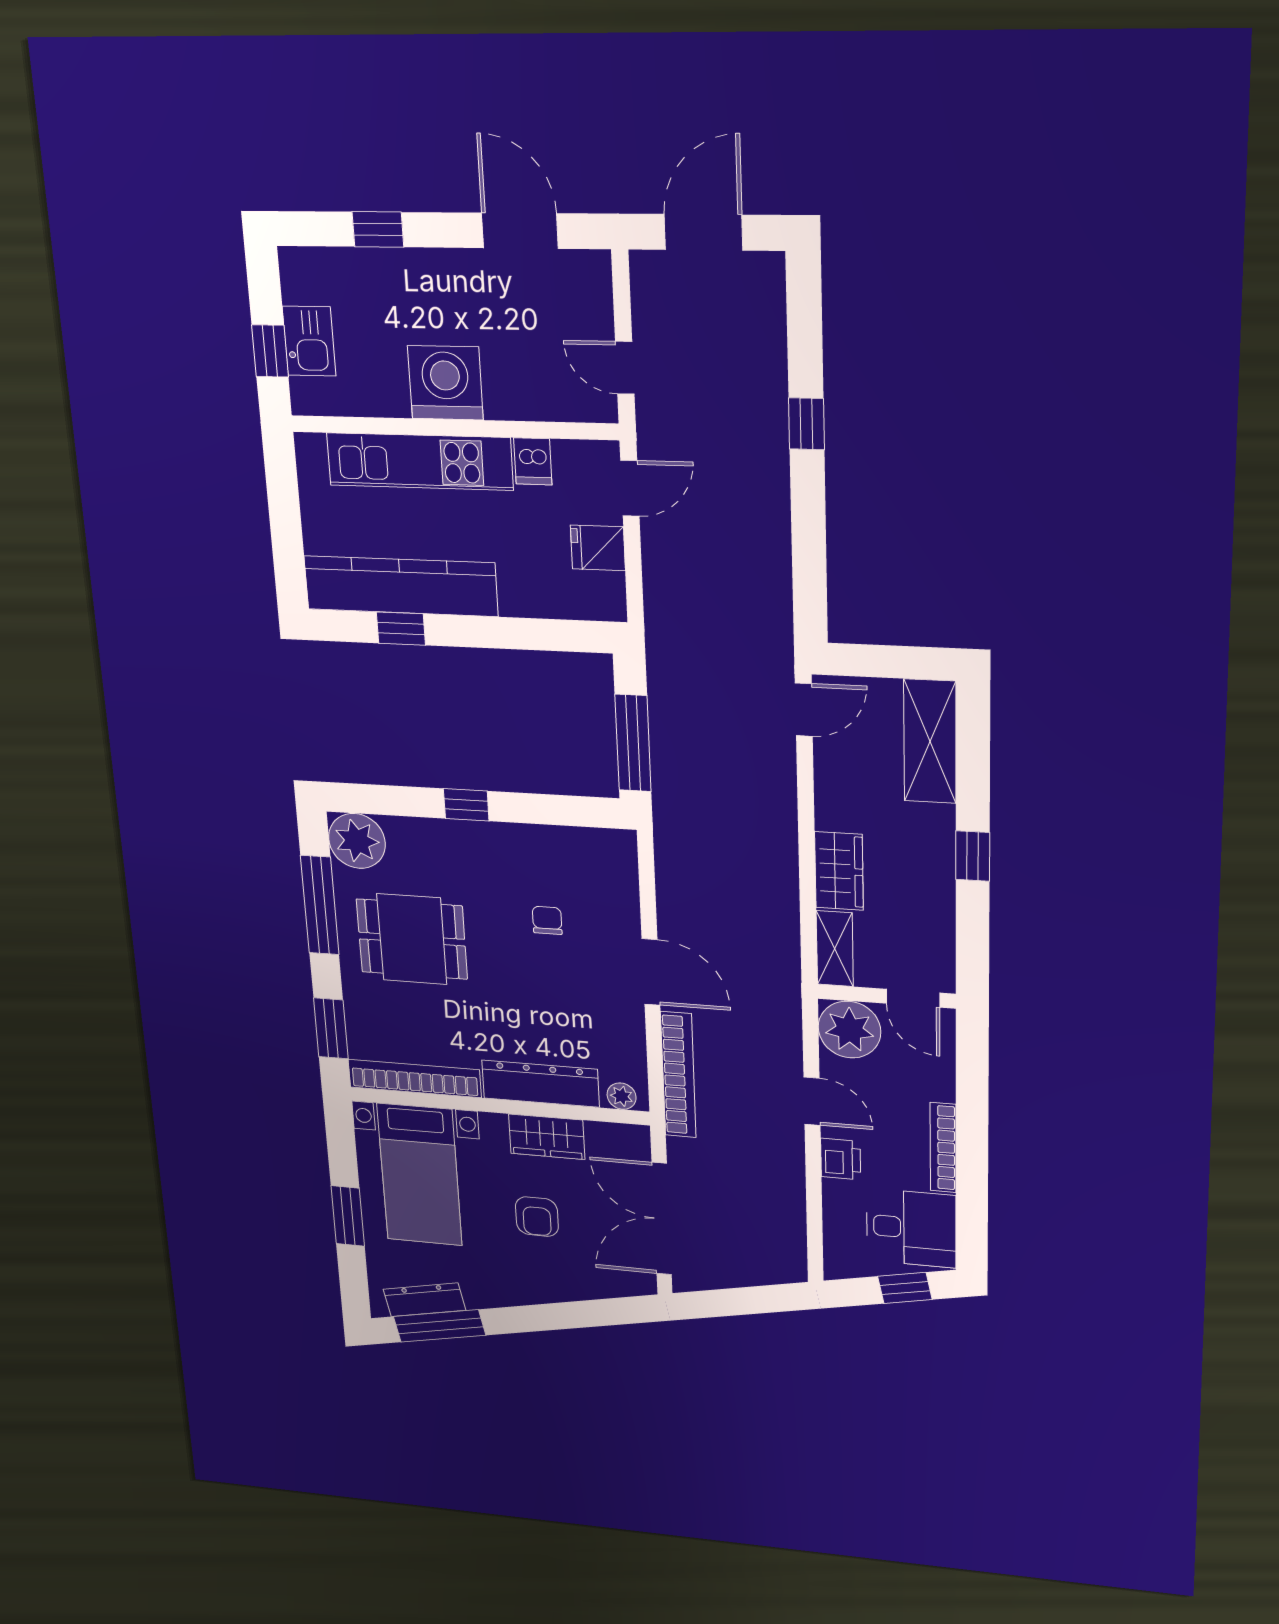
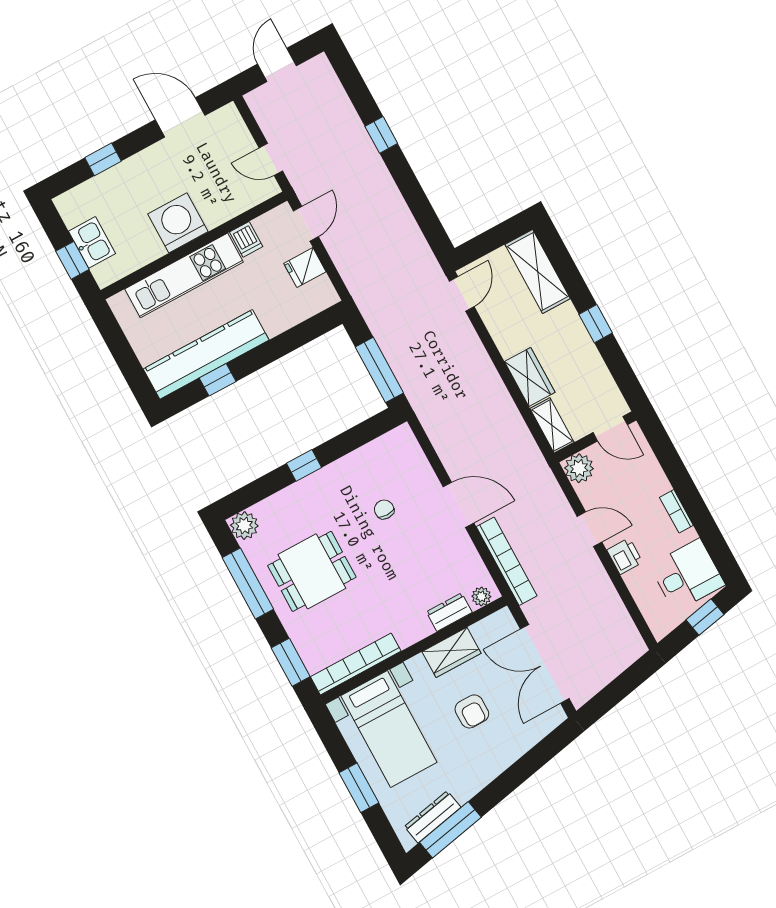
door: (703, 232) -> (277, 65), width x0.73
plant: (357, 841) -> (244, 526), width x0.73, depth x0.73
plant: (849, 1030) -> (579, 468), width x0.73, depth x0.73
dresser: (540, 1084) -> (449, 612), width x0.51, depth x0.80
bookcase: (943, 1148) -> (676, 511), width x0.64

